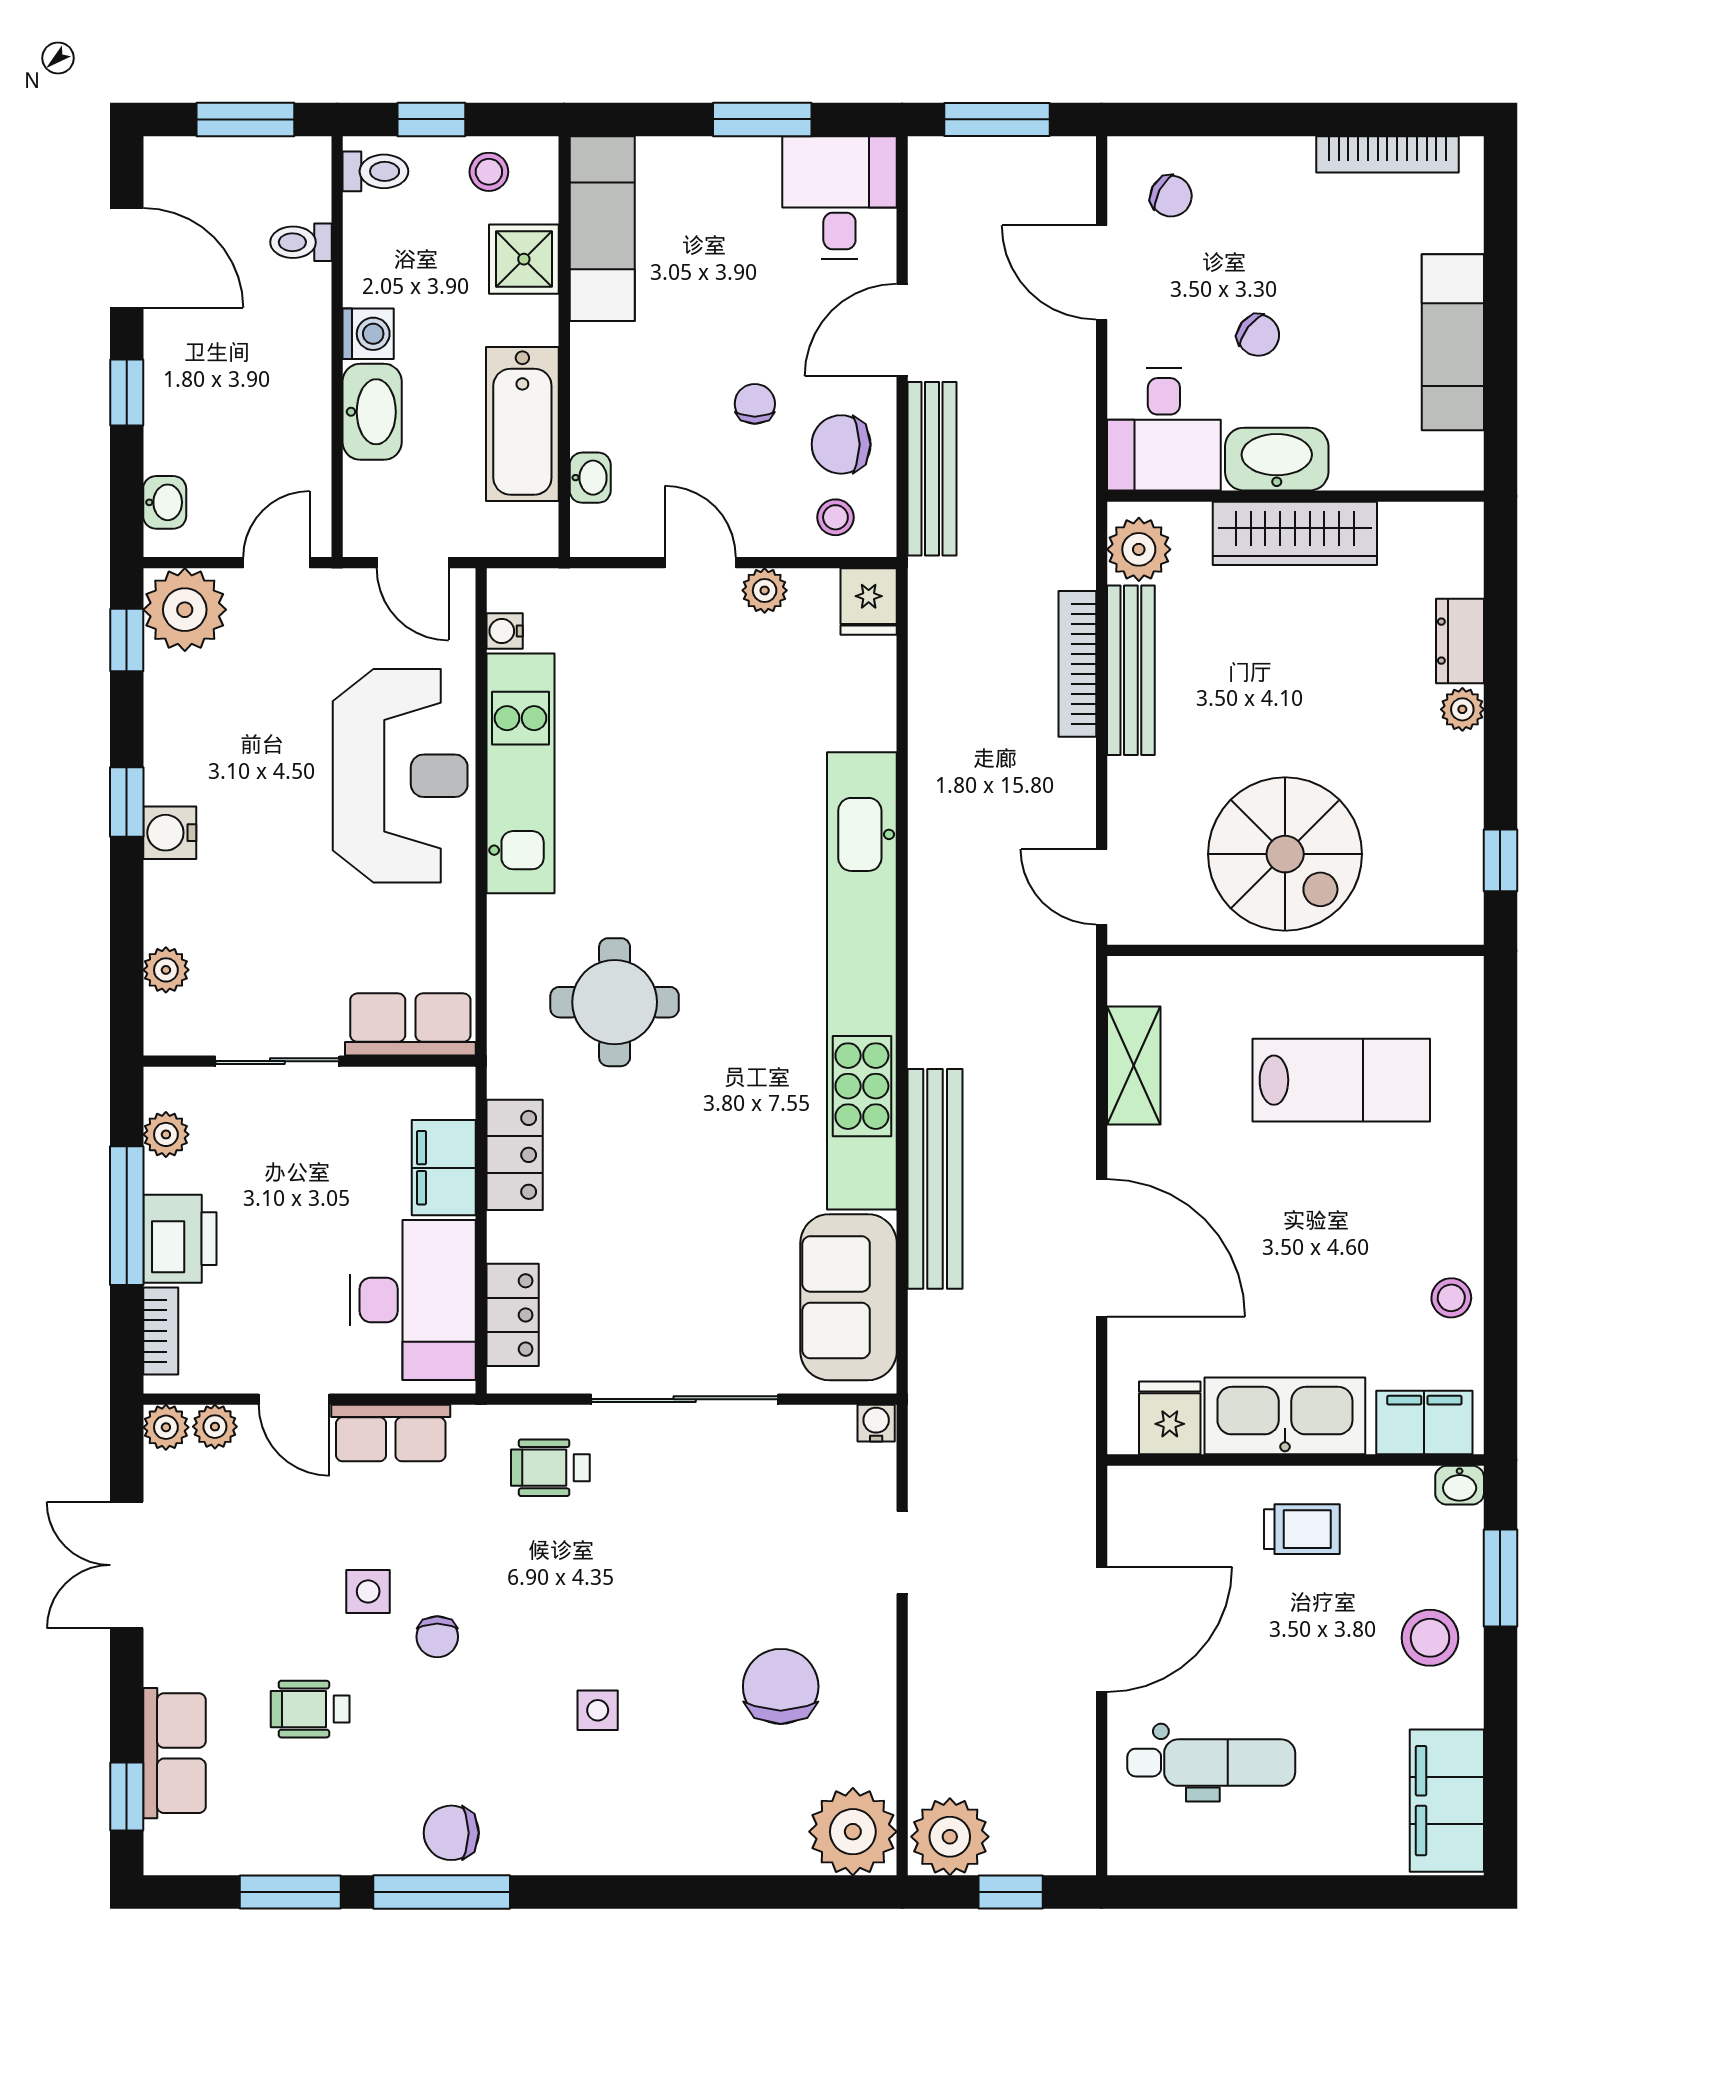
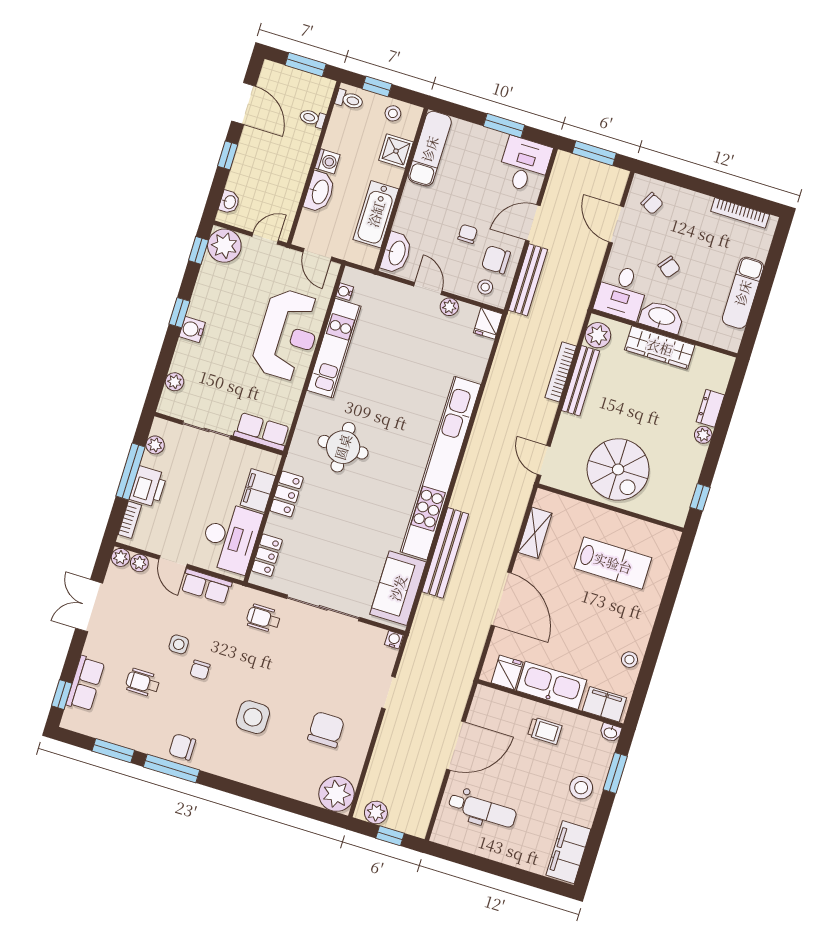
washbasin: (590, 478) -> (396, 253), width x1.91, depth x1.45
side table: (598, 1710) -> (253, 717), width x1.87, depth x1.87
plant: (950, 1837) -> (376, 812), width x0.73, depth x0.73

